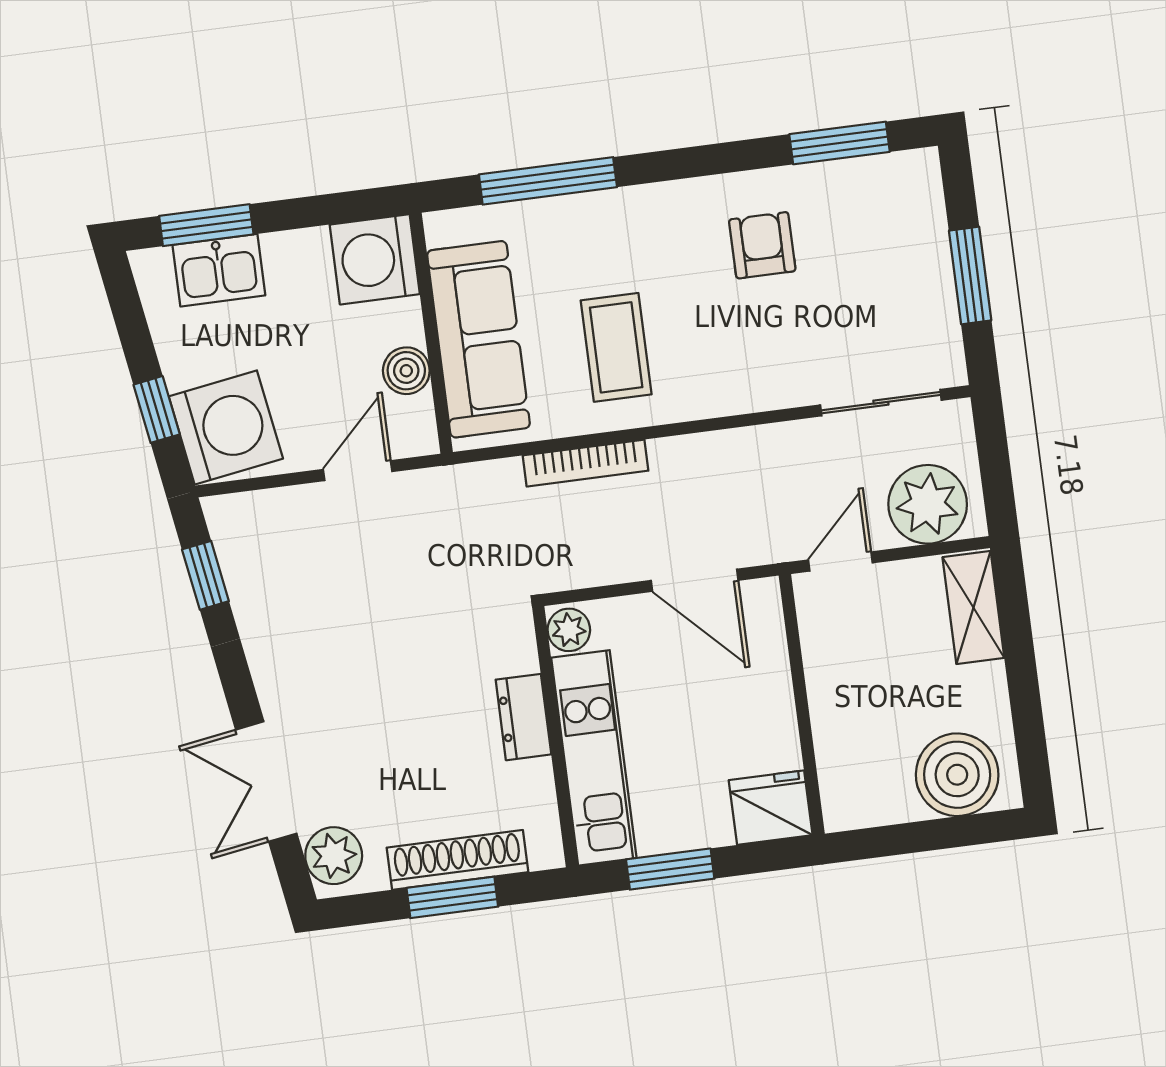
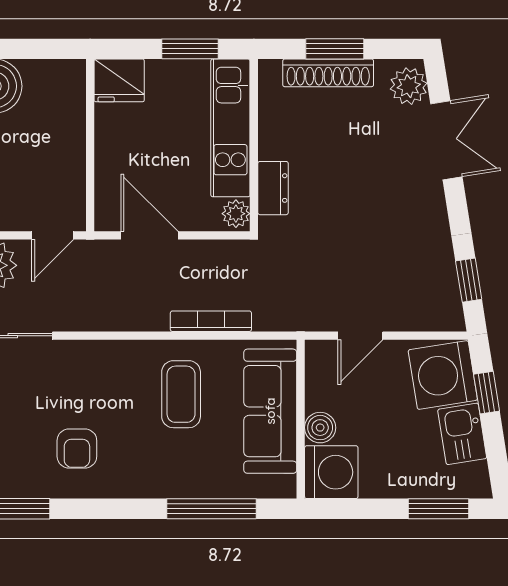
kitchen sink: (219, 270) -> (462, 434), moved, turned -99
boiler: (406, 371) -> (320, 428), moved
dresser: (523, 717) -> (273, 188), moved

